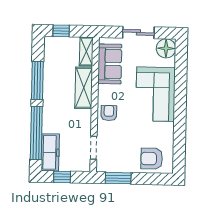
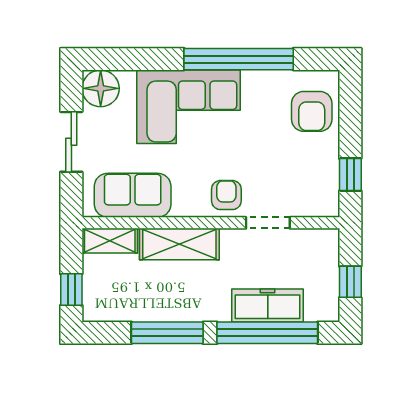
armchair: (109, 113) -> (226, 195), turned 90
window: (180, 121) -> (239, 59), added
doorway: (94, 148) -> (268, 223), moved
freezer: (50, 152) -> (268, 305), moved
window: (118, 178) -> (350, 175), width x0.67

